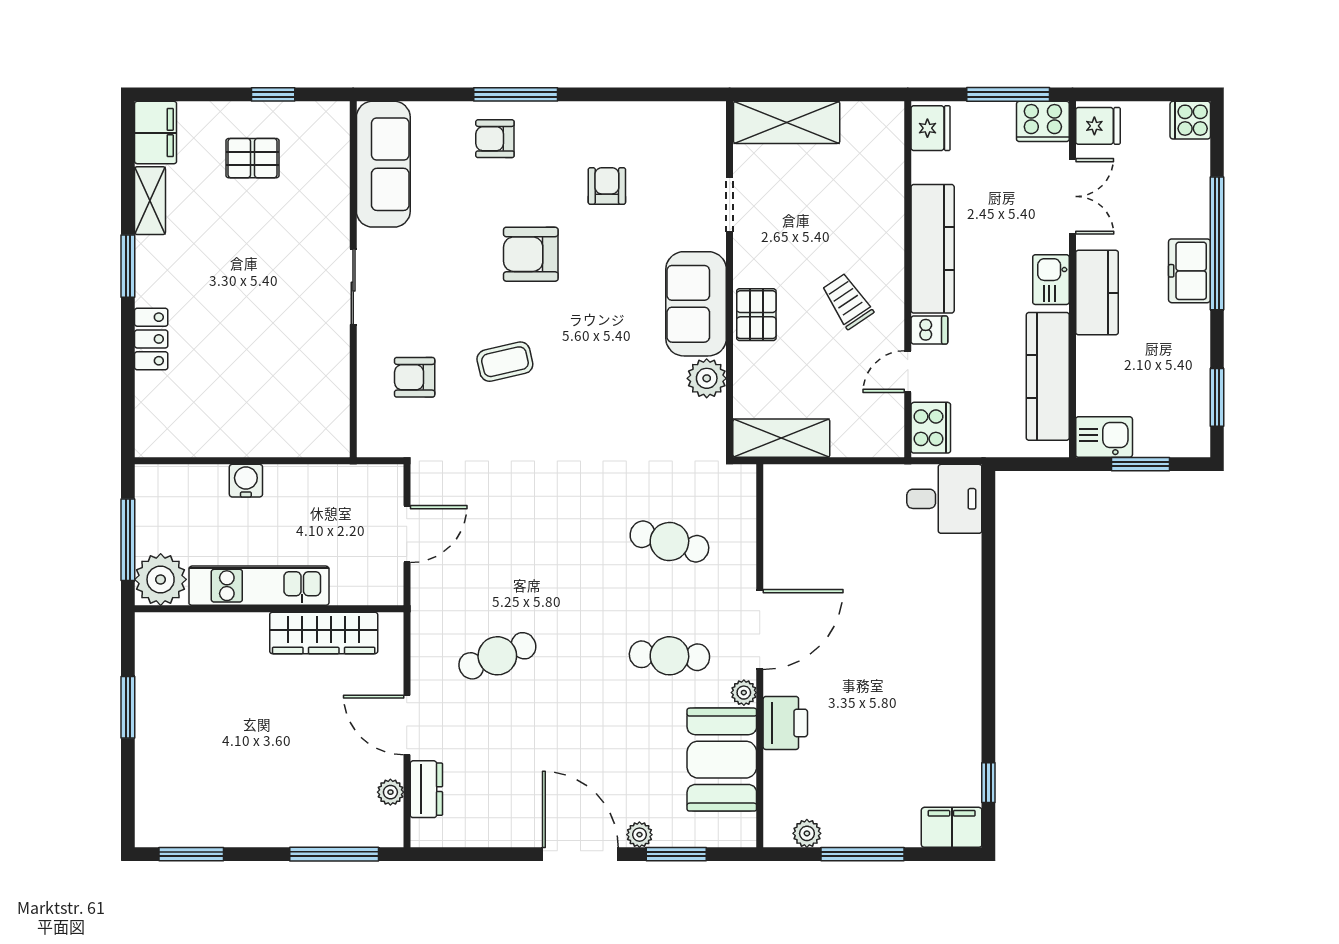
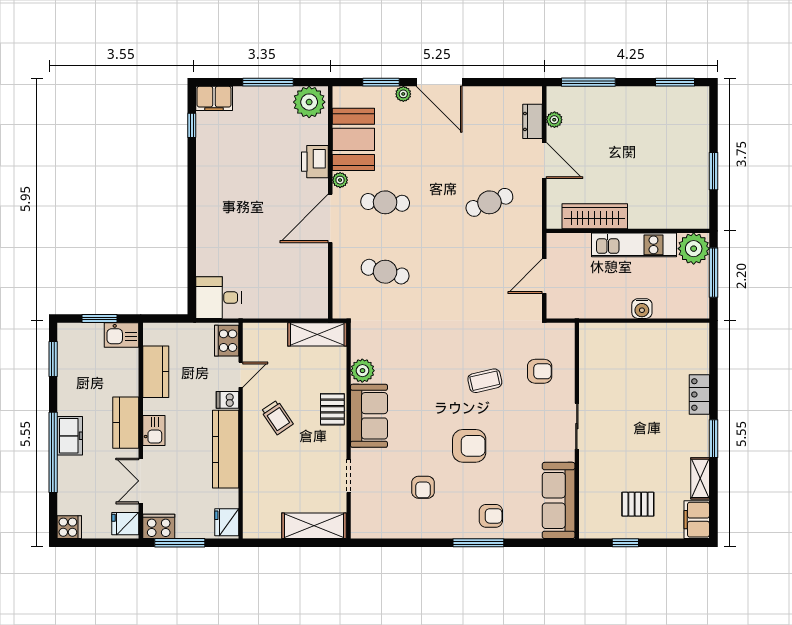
kitchen counter: (1048, 376) -> (156, 372), width x0.67
plant: (807, 833) -> (309, 102), width x1.88, depth x1.88

